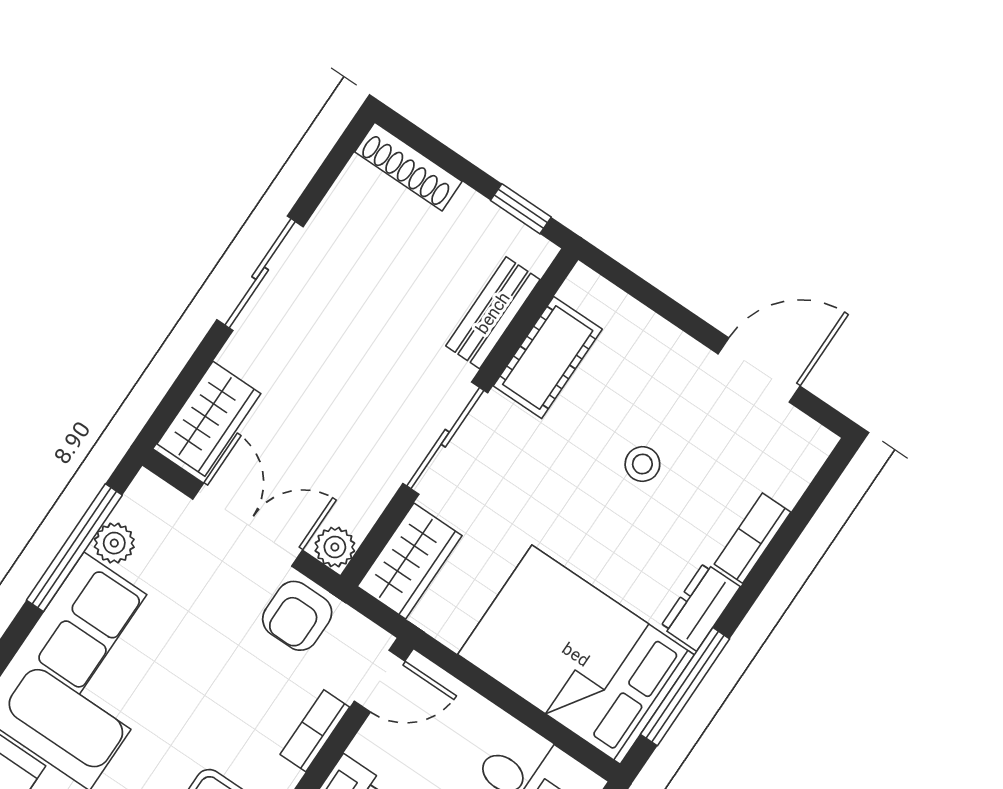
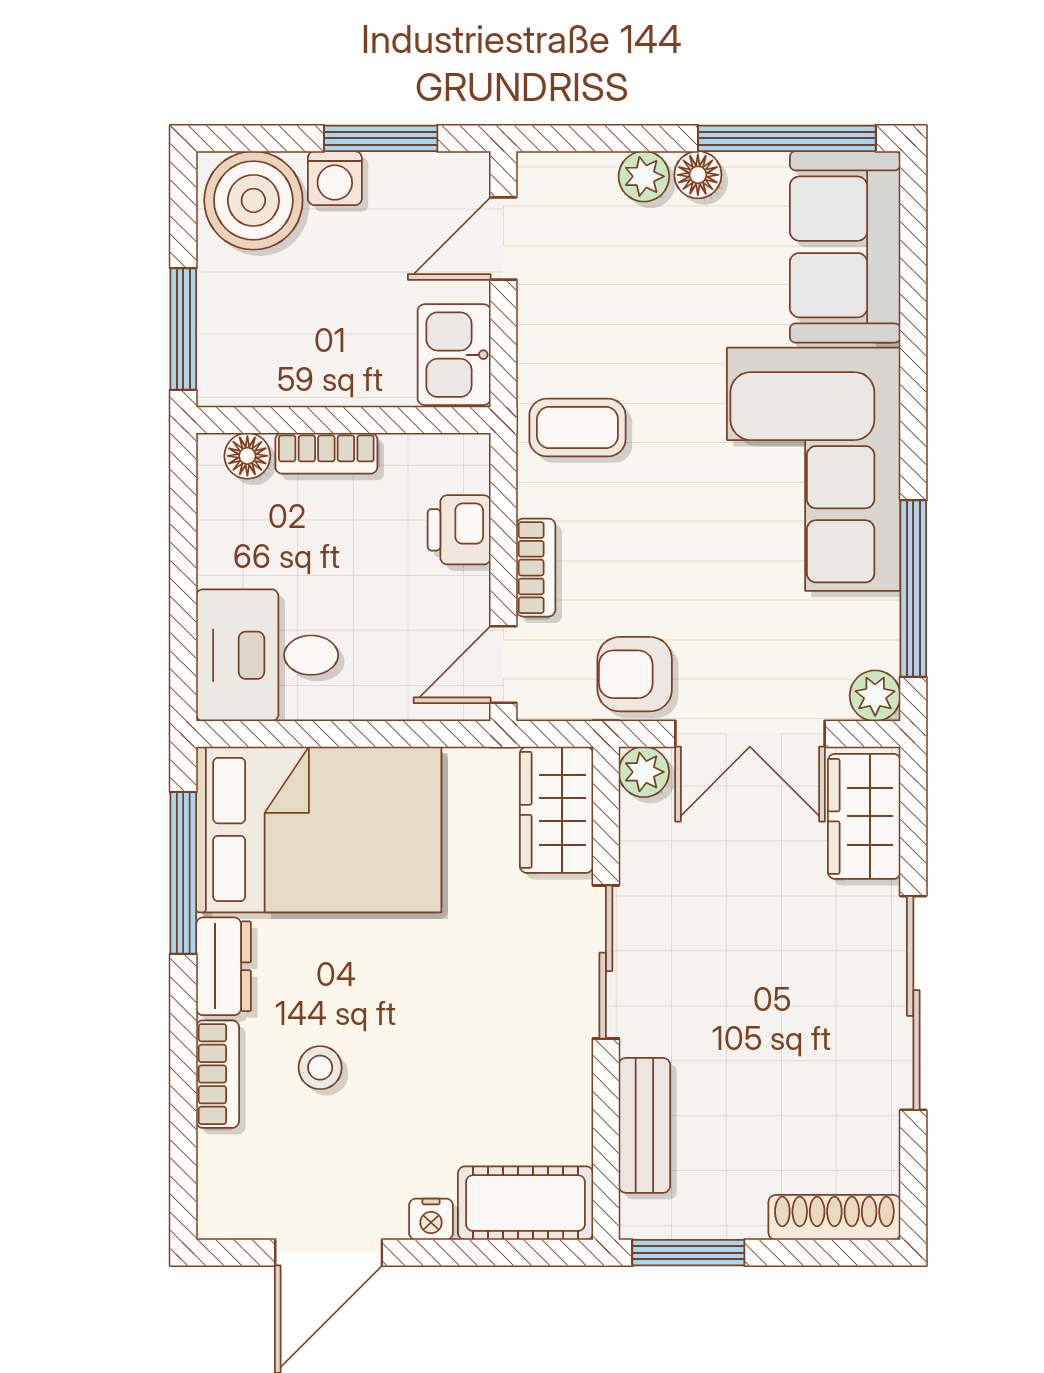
window: (521, 209) -> (688, 1253), width x1.50
sliding door: (260, 273) -> (913, 1003), width x1.37
nightstand: (676, 346) -> (431, 1219), added
cot: (548, 358) -> (526, 1203), moved, turned 90
stool: (642, 464) -> (320, 1068), moved
plant: (114, 543) -> (875, 696), moved
armchair: (297, 616) -> (635, 674), turned -90

